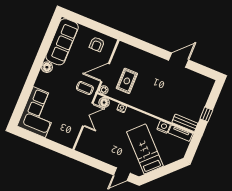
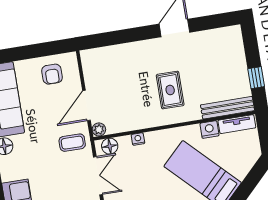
rug: (127, 81) -> (170, 90), moved
bench: (185, 123) -> (228, 108), width x1.36

